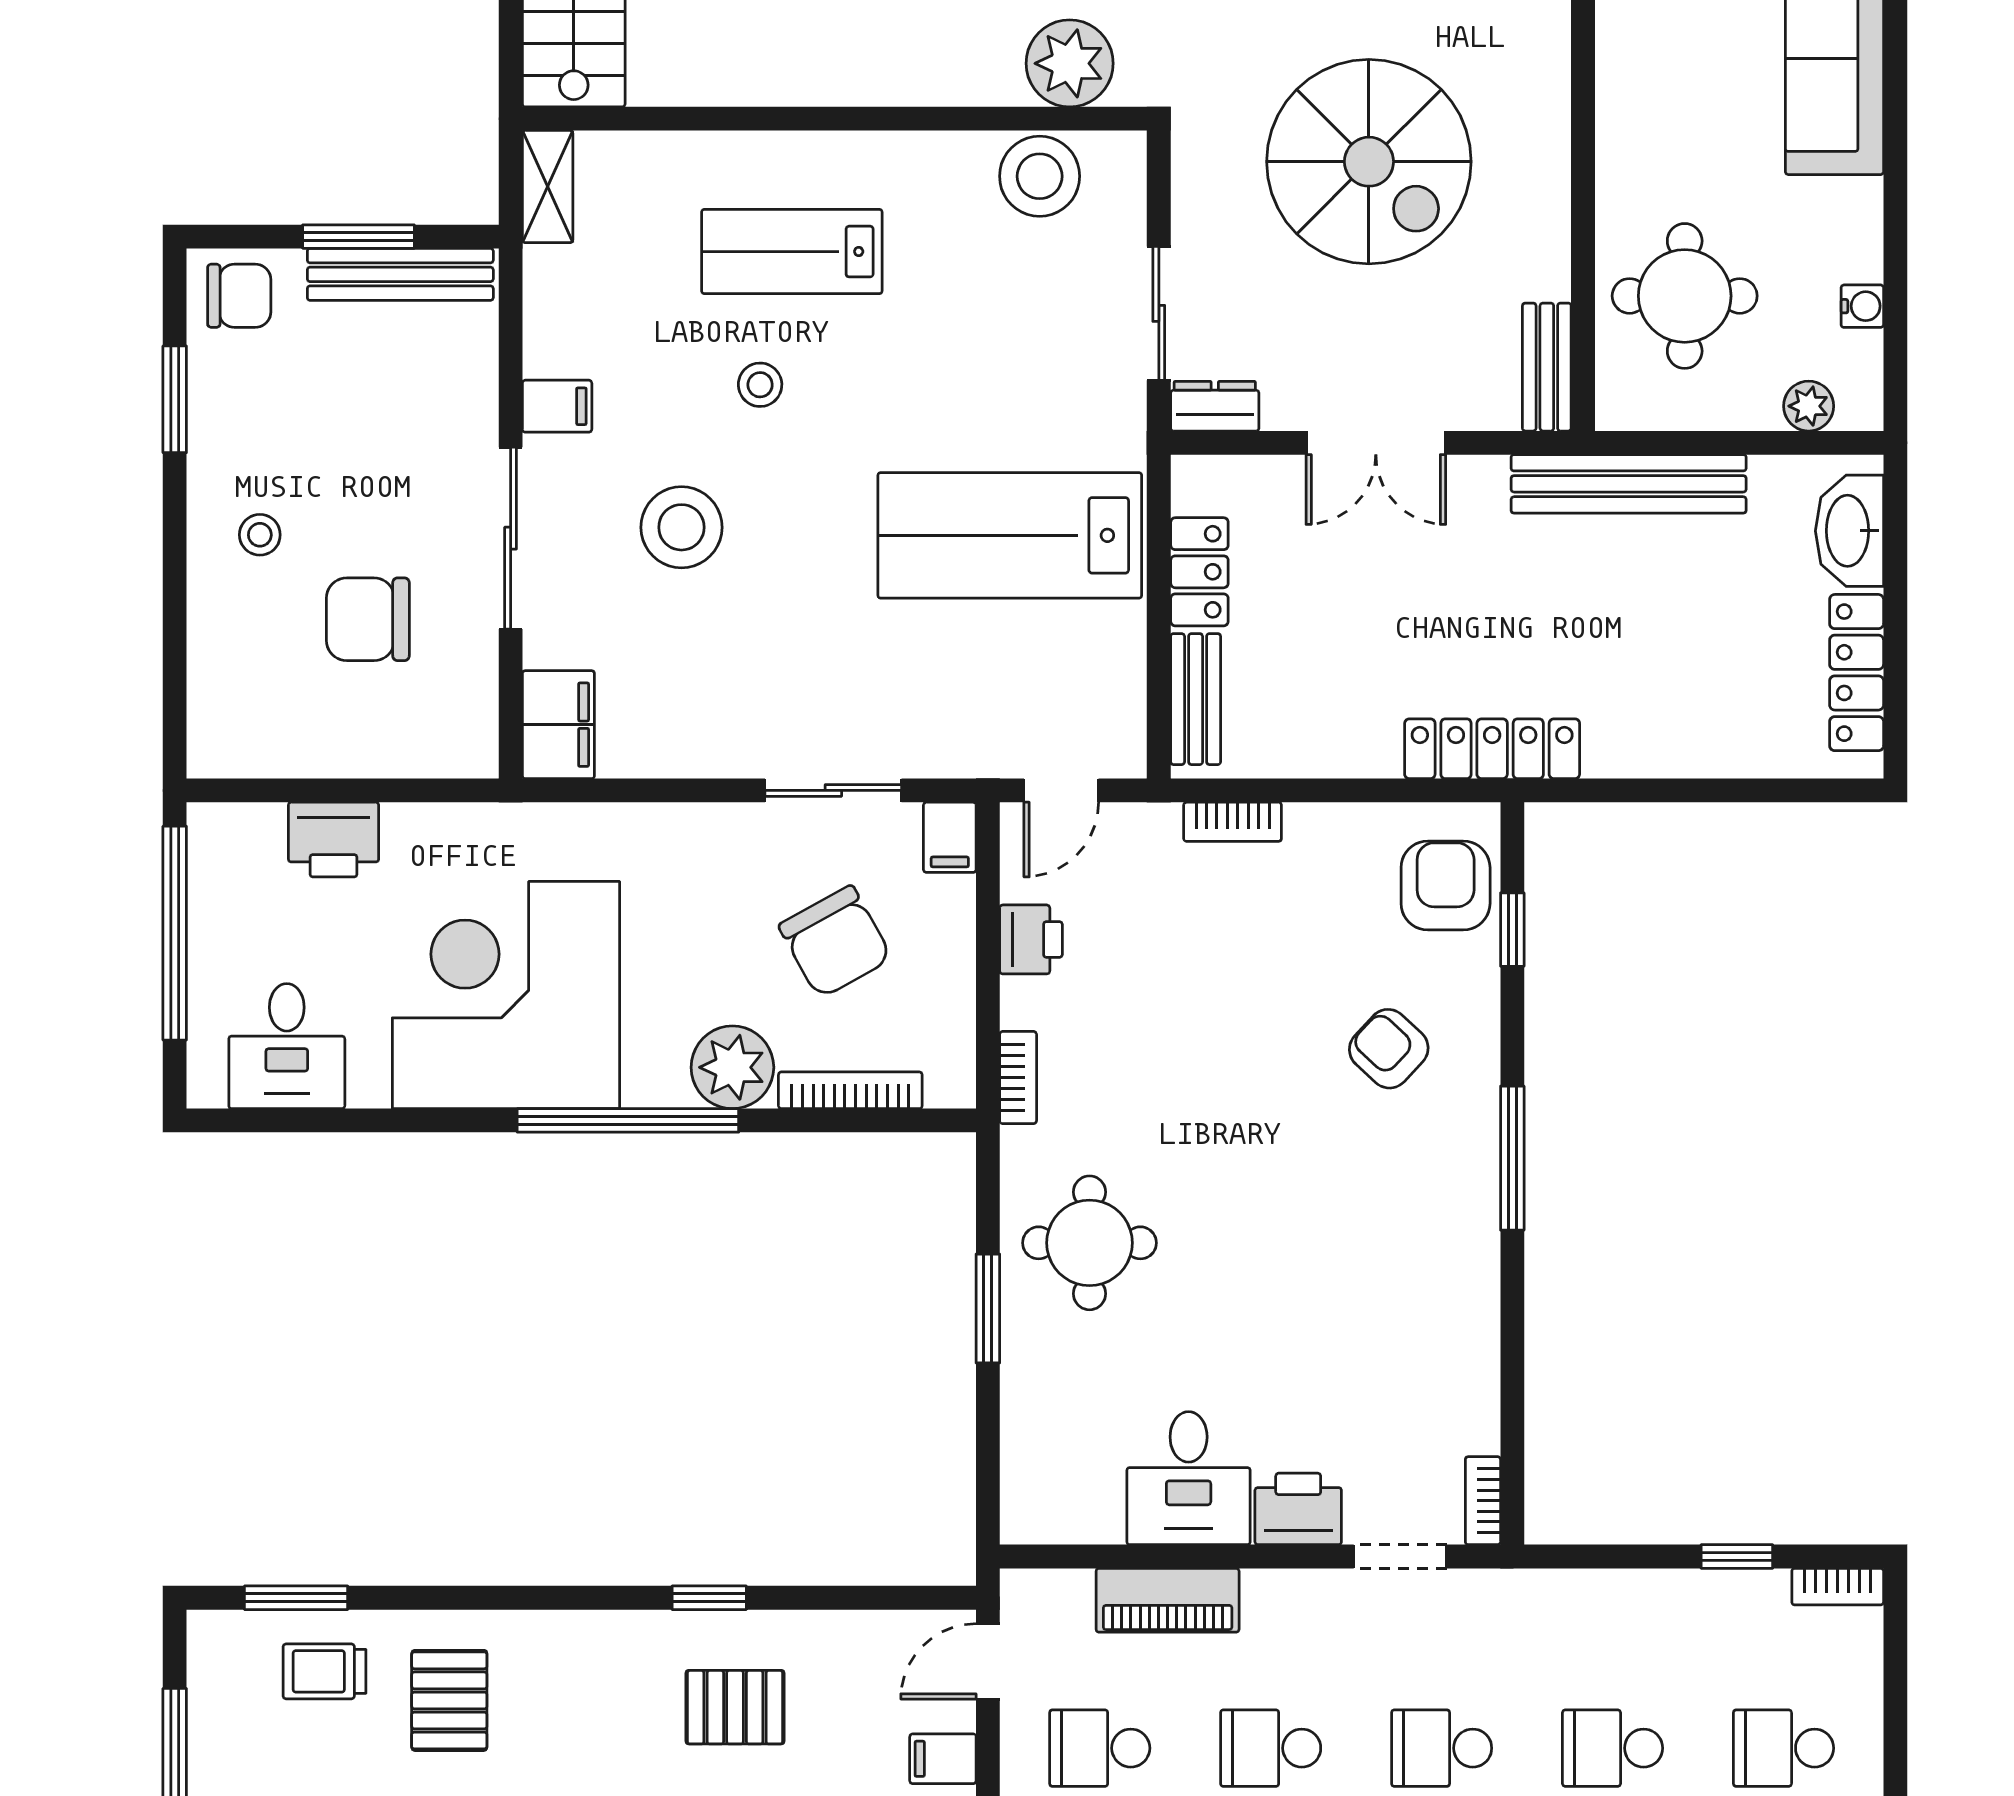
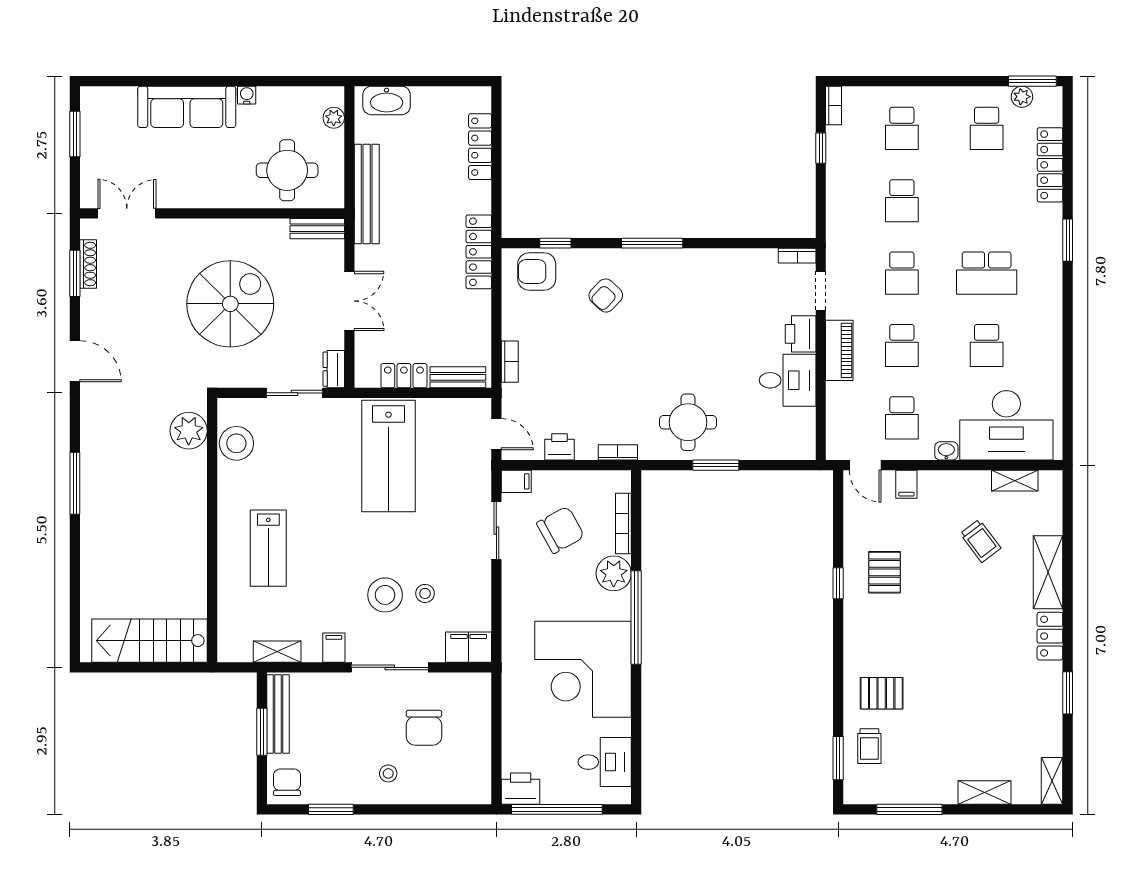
shelving: (548, 187) -> (277, 652), moved
water cooler: (1862, 306) -> (247, 95), moved
stool: (760, 385) -> (425, 593), moved
locker: (1857, 673) -> (480, 147), moved, turned 90
printer: (334, 840) -> (521, 789), moved, turned -90
piano: (1168, 1600) -> (839, 350), moved

